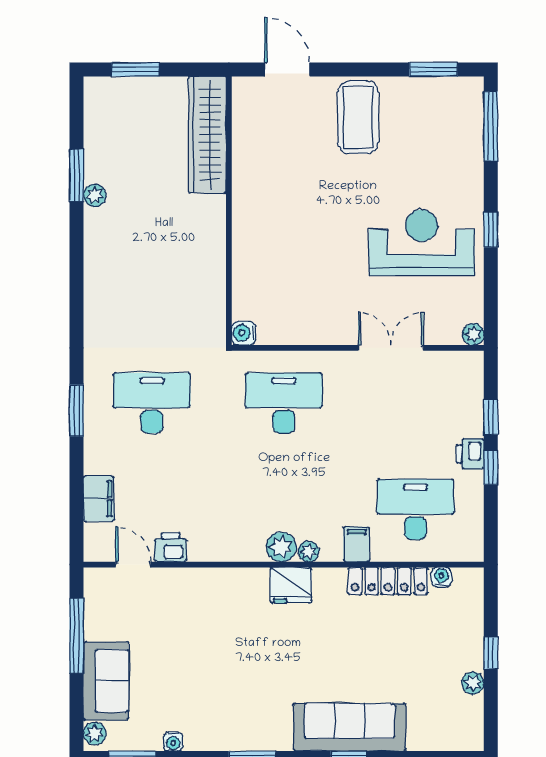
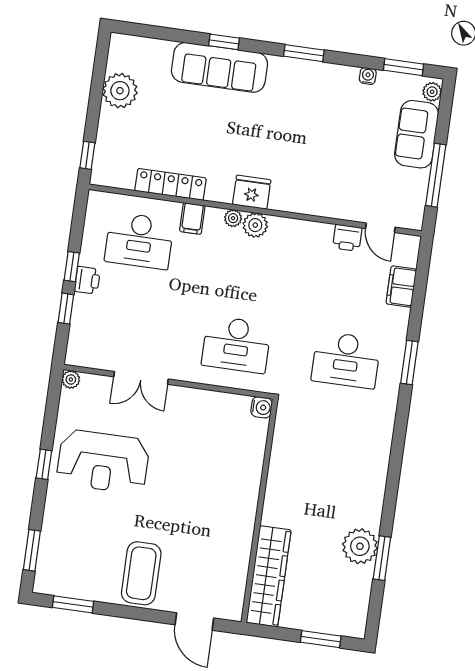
window: (491, 126) -> (32, 550), width x0.69
plant: (95, 195) -> (360, 546), width x1.88, depth x1.88
water cooler: (441, 577) -> (126, 181), removed
window: (491, 653) -> (87, 155), moved
plant: (473, 683) -> (120, 91), width x1.88, depth x1.88

